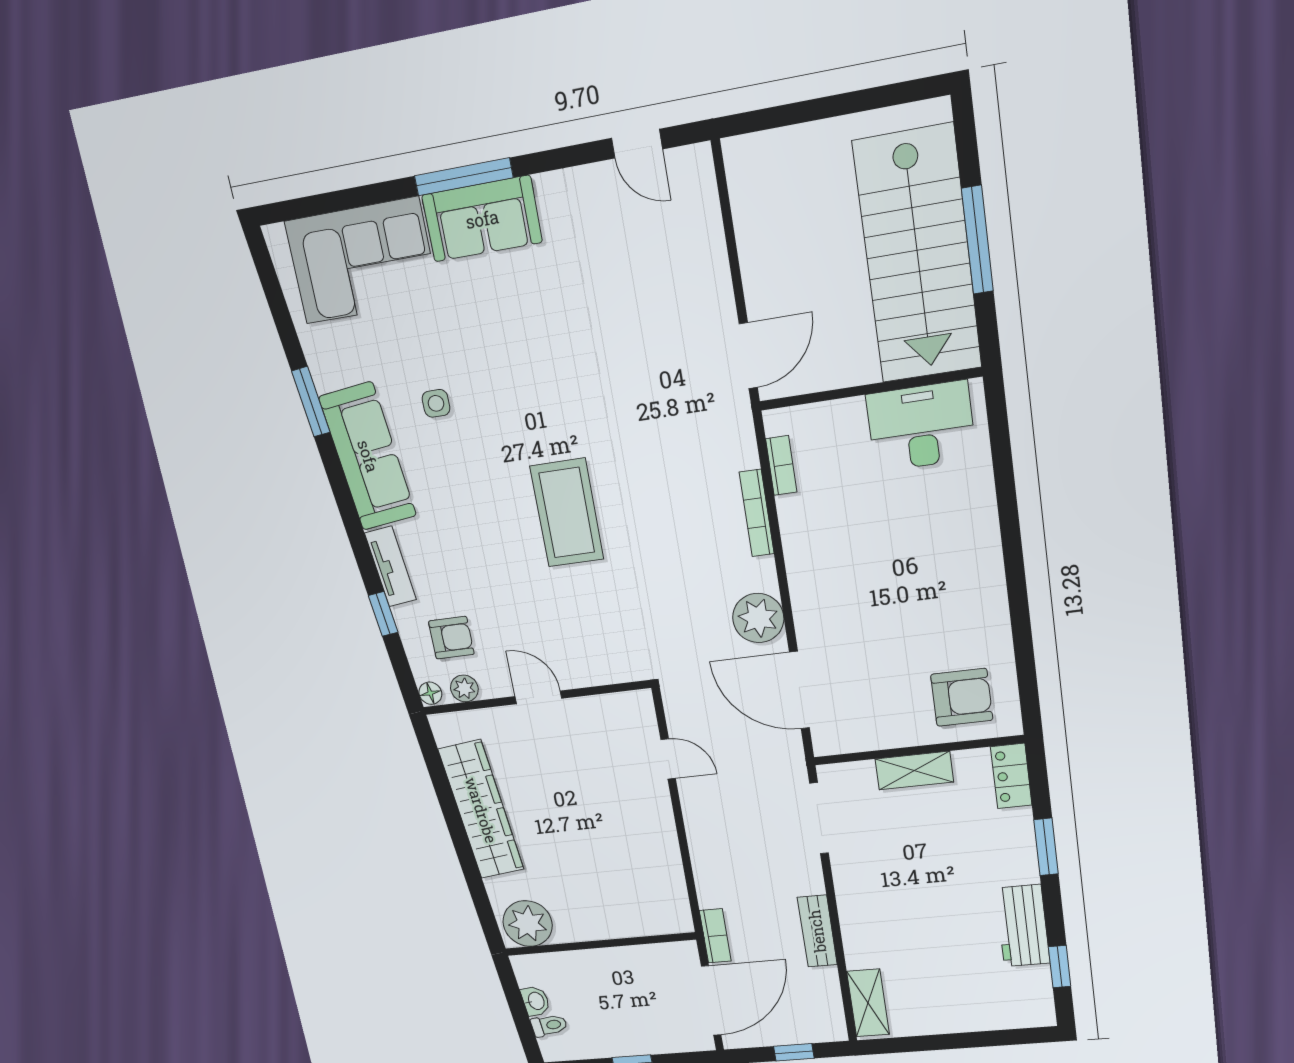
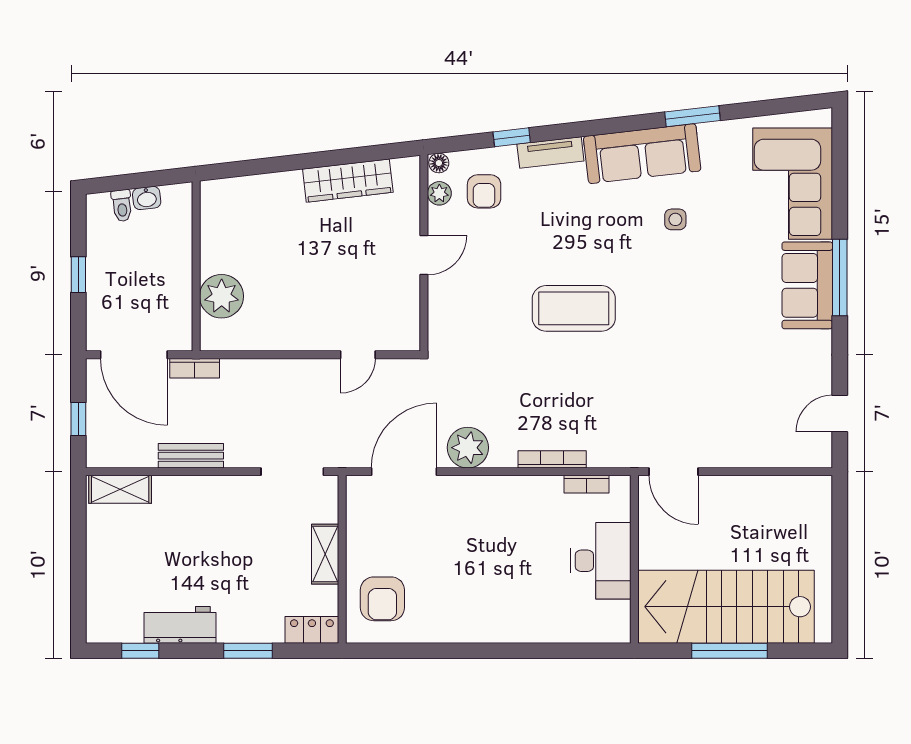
desk: (921, 426) -> (601, 561), moved
wardrobe: (481, 810) -> (348, 181), width x0.71, depth x0.85
plant: (528, 924) -> (222, 296), moved

